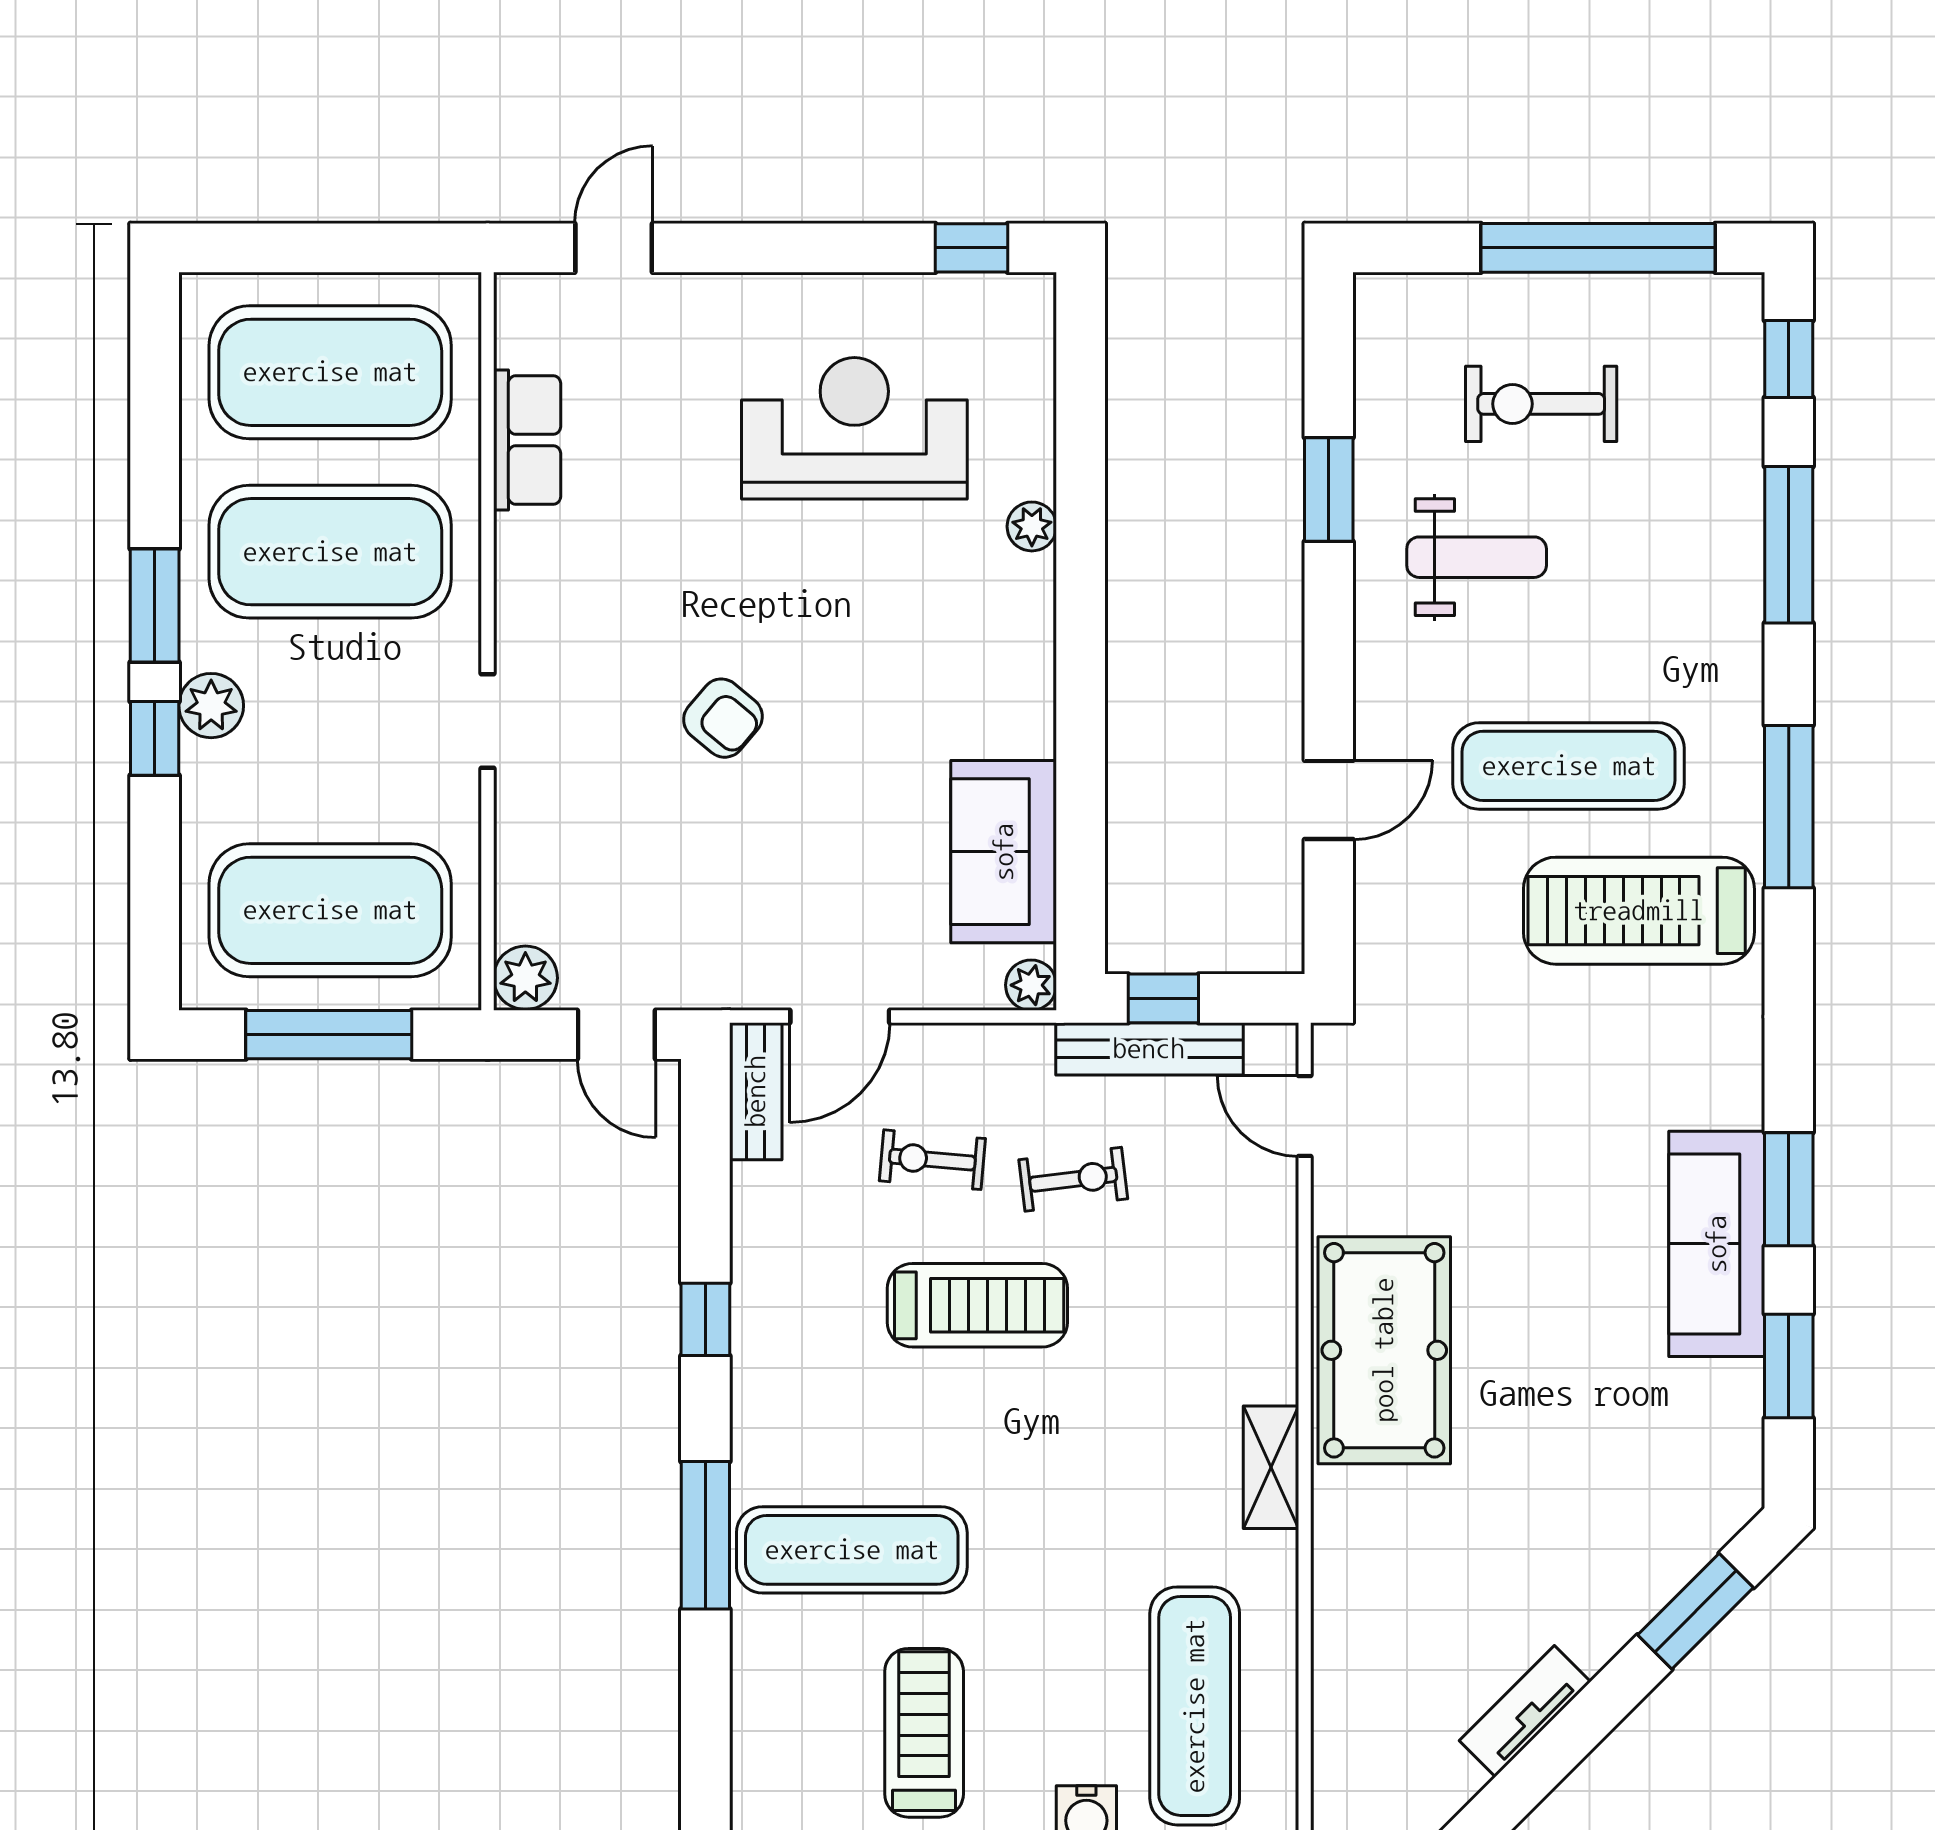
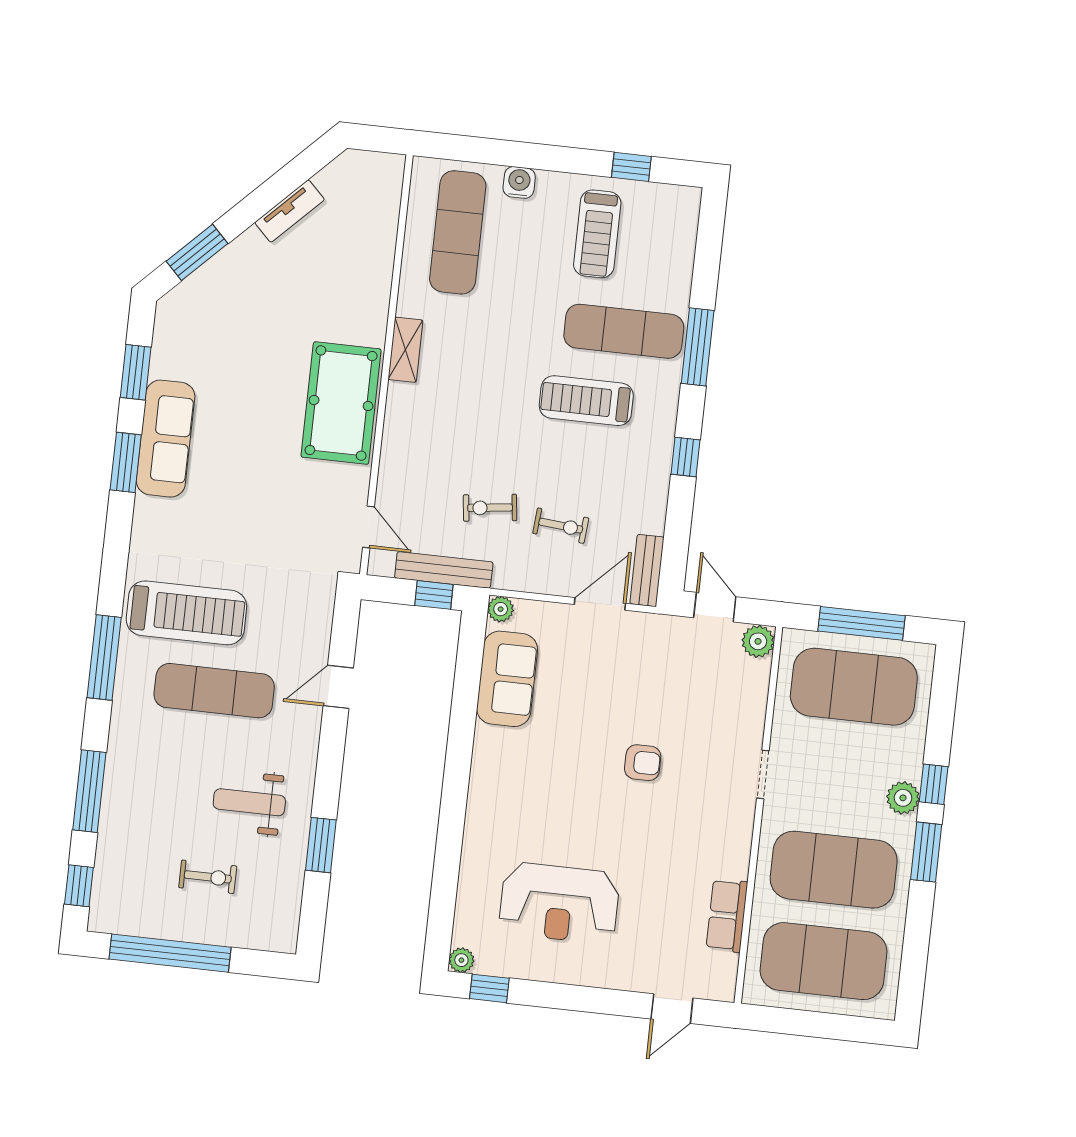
exercise bike: (1541, 404) -> (208, 877), width x0.73, depth x0.72
plant: (1032, 526) -> (461, 960), moved
armchair: (723, 718) -> (643, 763), turned 140
treadmill: (977, 1305) -> (586, 401), moved

